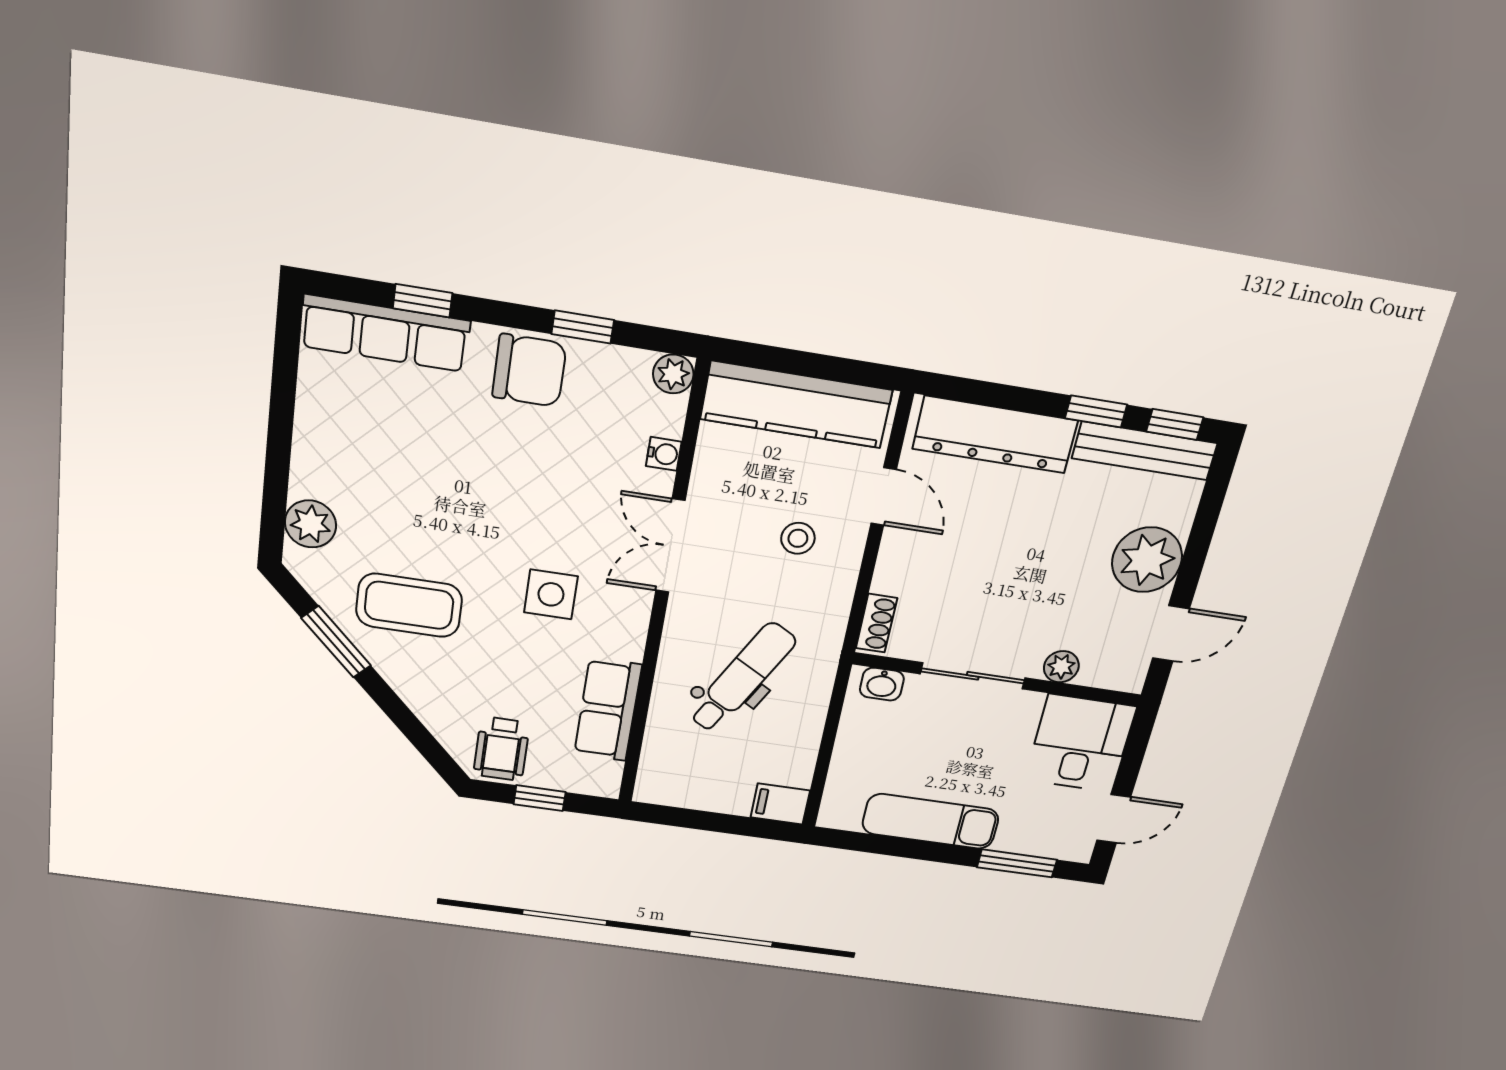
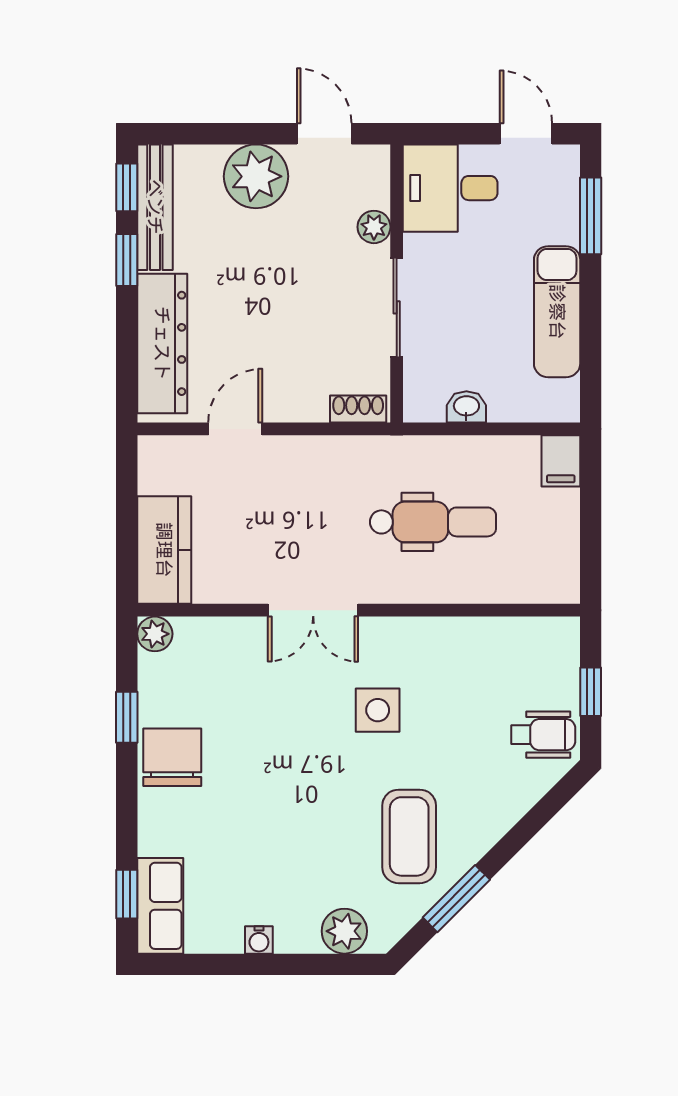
window: (423, 301) -> (127, 894), moved
row of seats: (385, 333) -> (160, 906), width x0.68
kitchen counter: (796, 405) -> (164, 550), width x0.67
water cooler: (664, 454) -> (259, 940), moved, turned 180
stool: (798, 538) -> (287, 497), removed
dental chair: (742, 678) -> (433, 522), turned 151
washbasin: (882, 684) -> (466, 407), moved, turned -90
row of seats: (608, 710) -> (486, 641), removed

